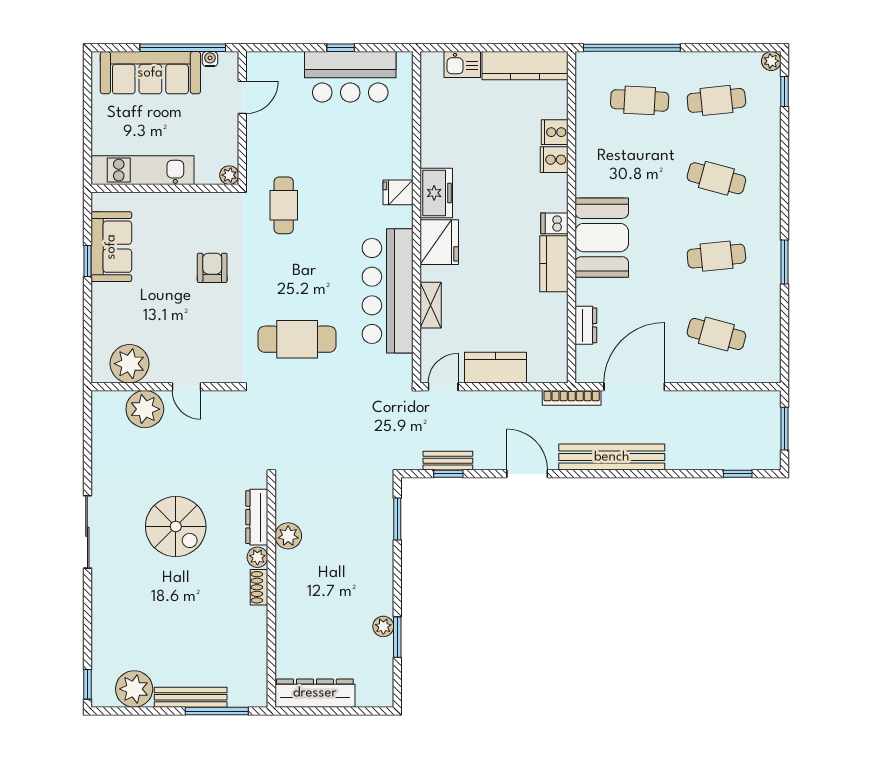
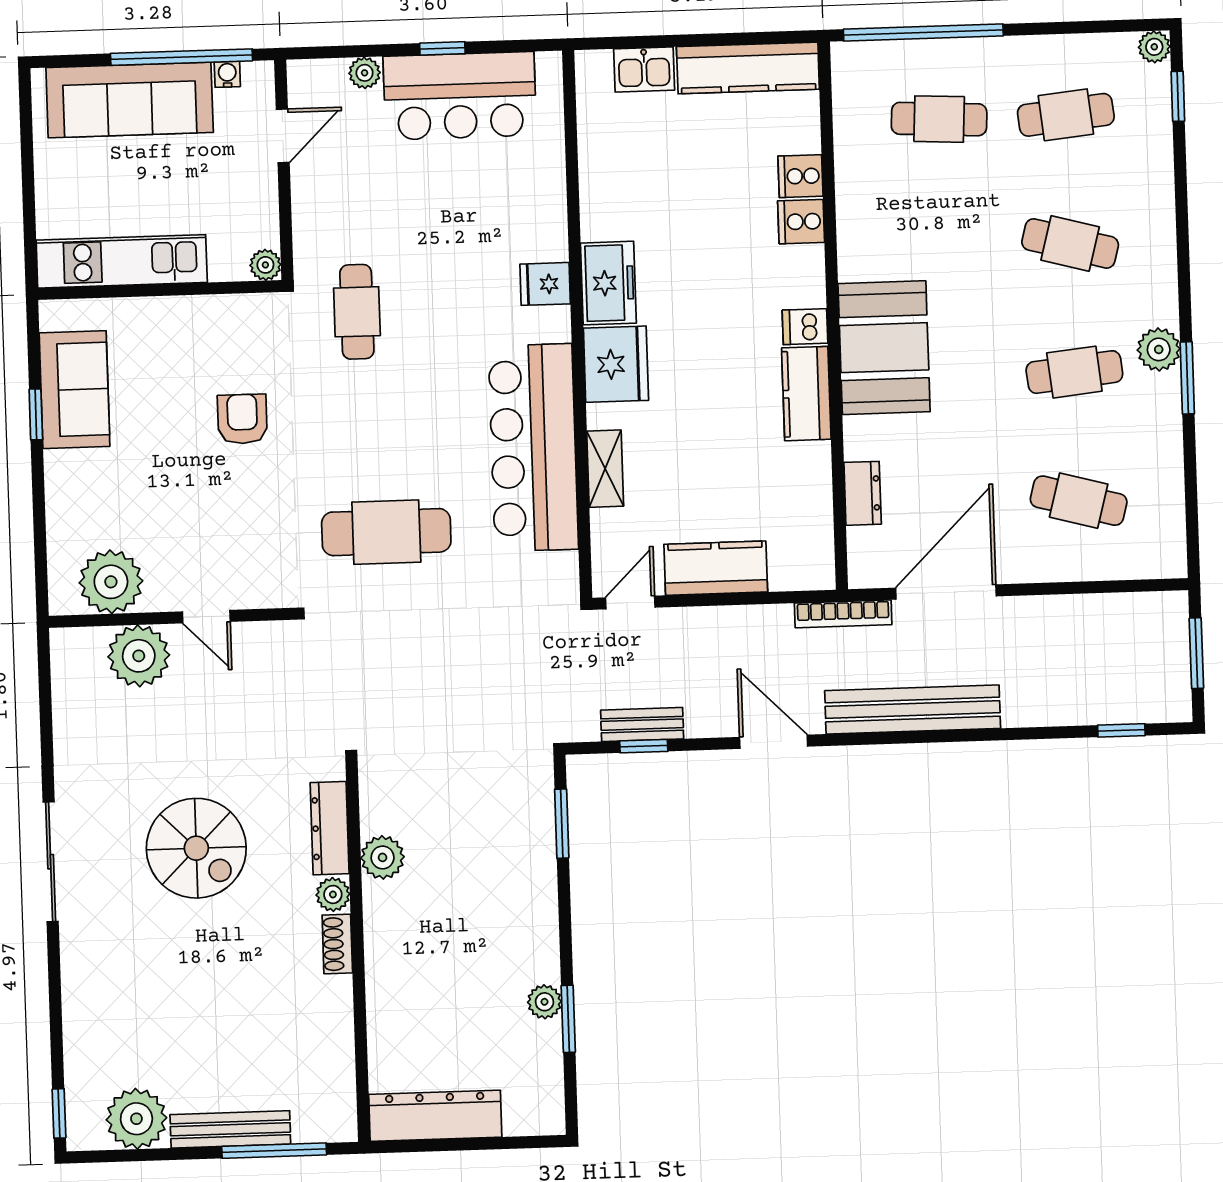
plant: (293, 61) -> (365, 73), added
plant: (768, 244) -> (1159, 349), added

